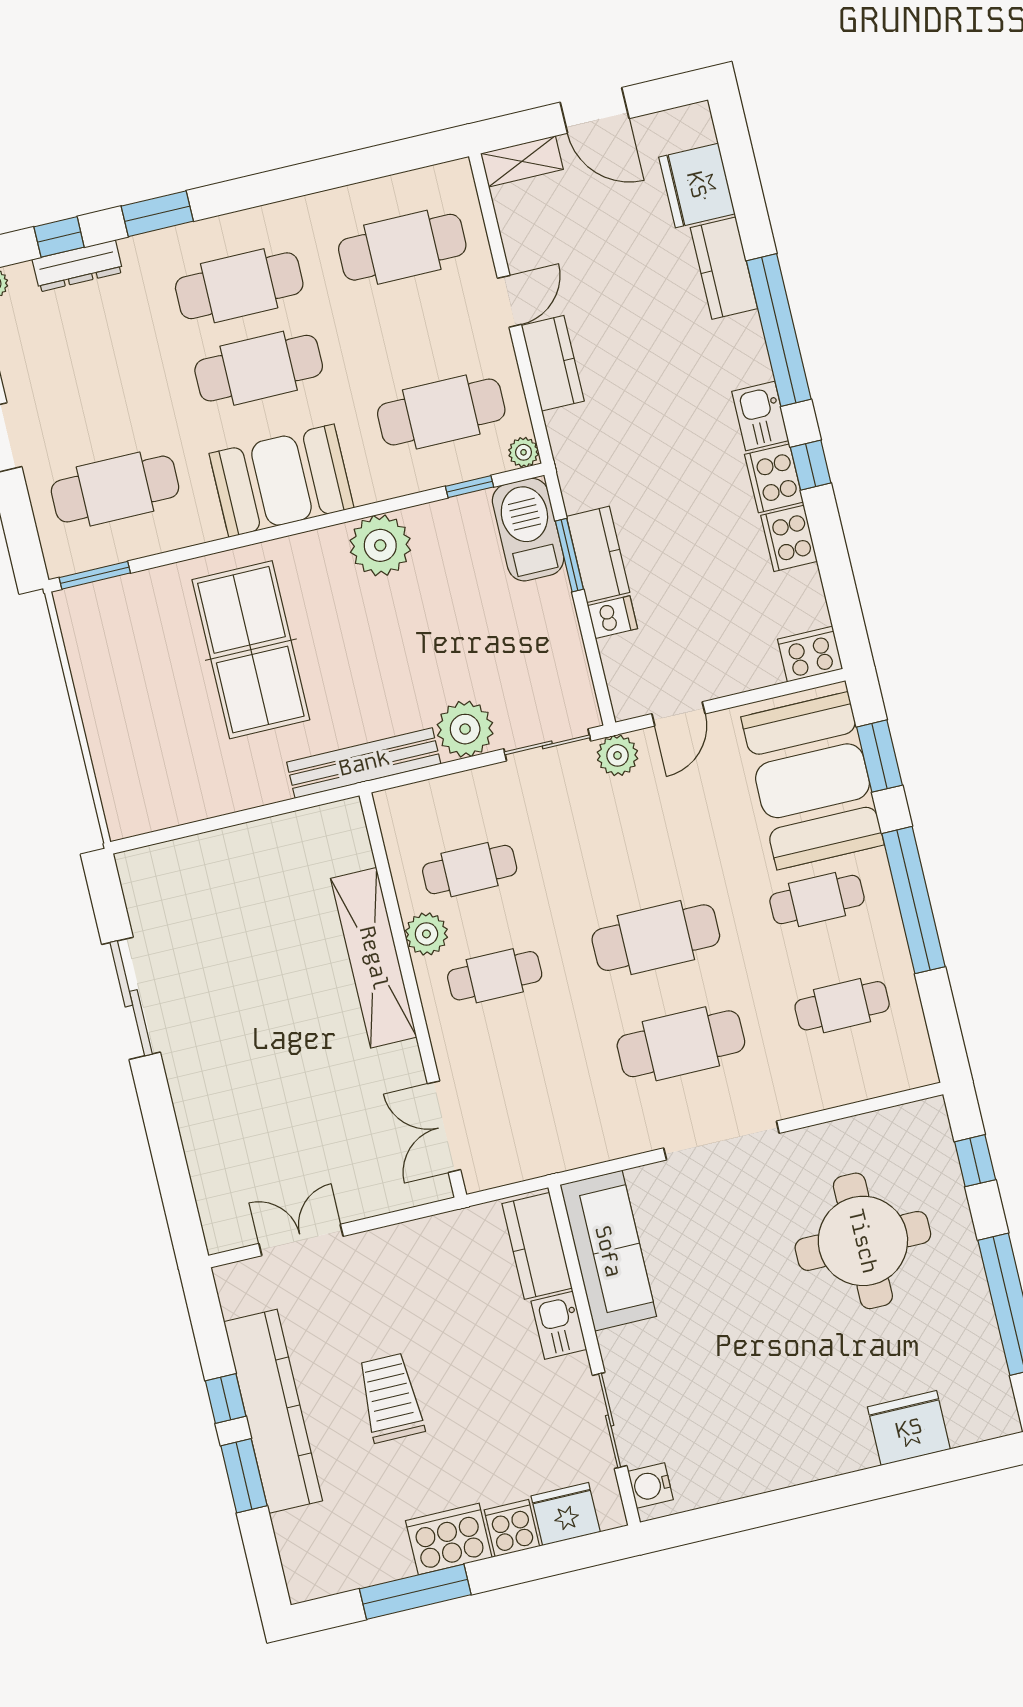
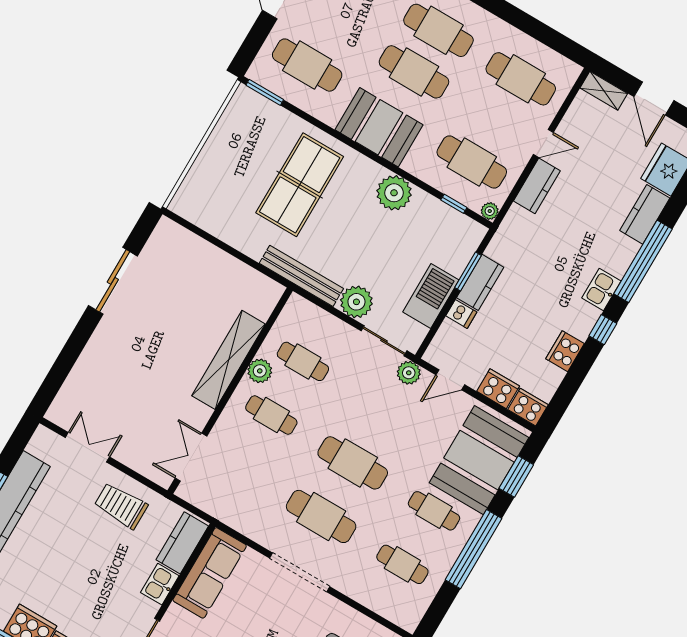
cooker: (774, 478) -> (498, 389), moved, turned 90
barbecue: (528, 530) -> (431, 296), moved
trolley: (391, 1398) -> (121, 506), moved, turned -90

